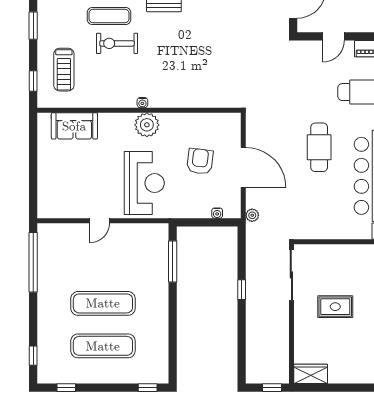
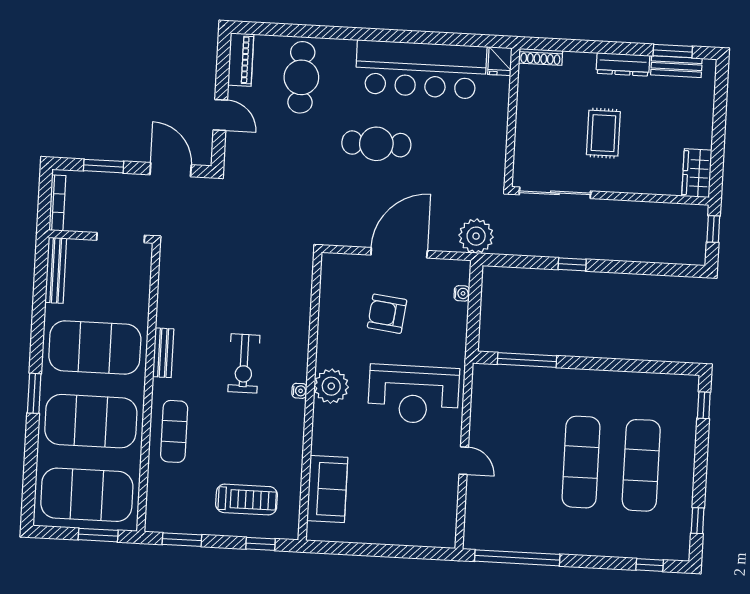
exercise bike: (117, 43) -> (244, 363), moved
reception desk: (144, 183) -> (414, 394), turned 180
plant: (252, 215) -> (476, 236), width x1.88, depth x1.88

